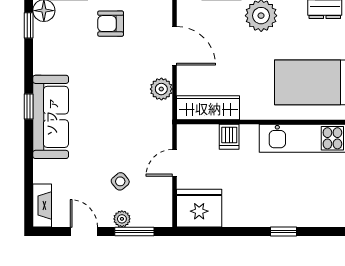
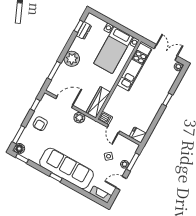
sofa: (51, 117) -> (66, 168), width x1.36, depth x1.27
dishwasher: (229, 137) -> (105, 118), moved
fridge: (199, 208) -> (138, 135), width x0.53, depth x0.75

